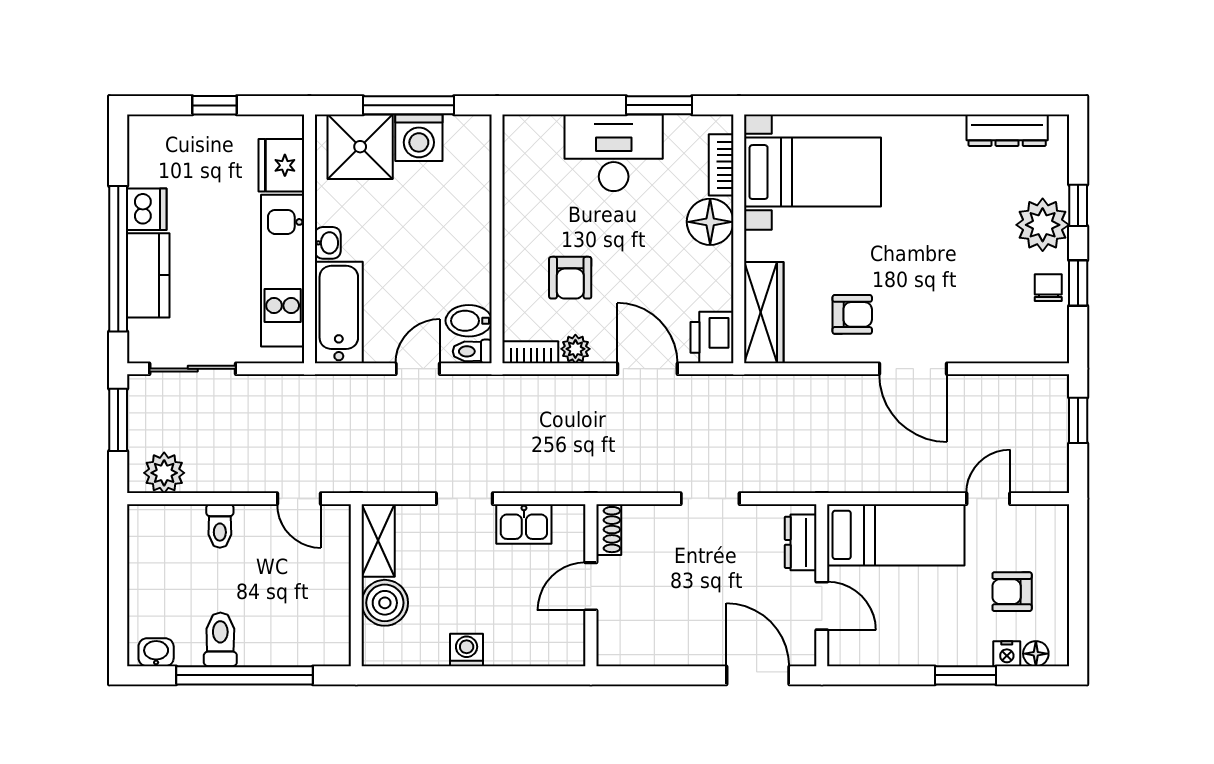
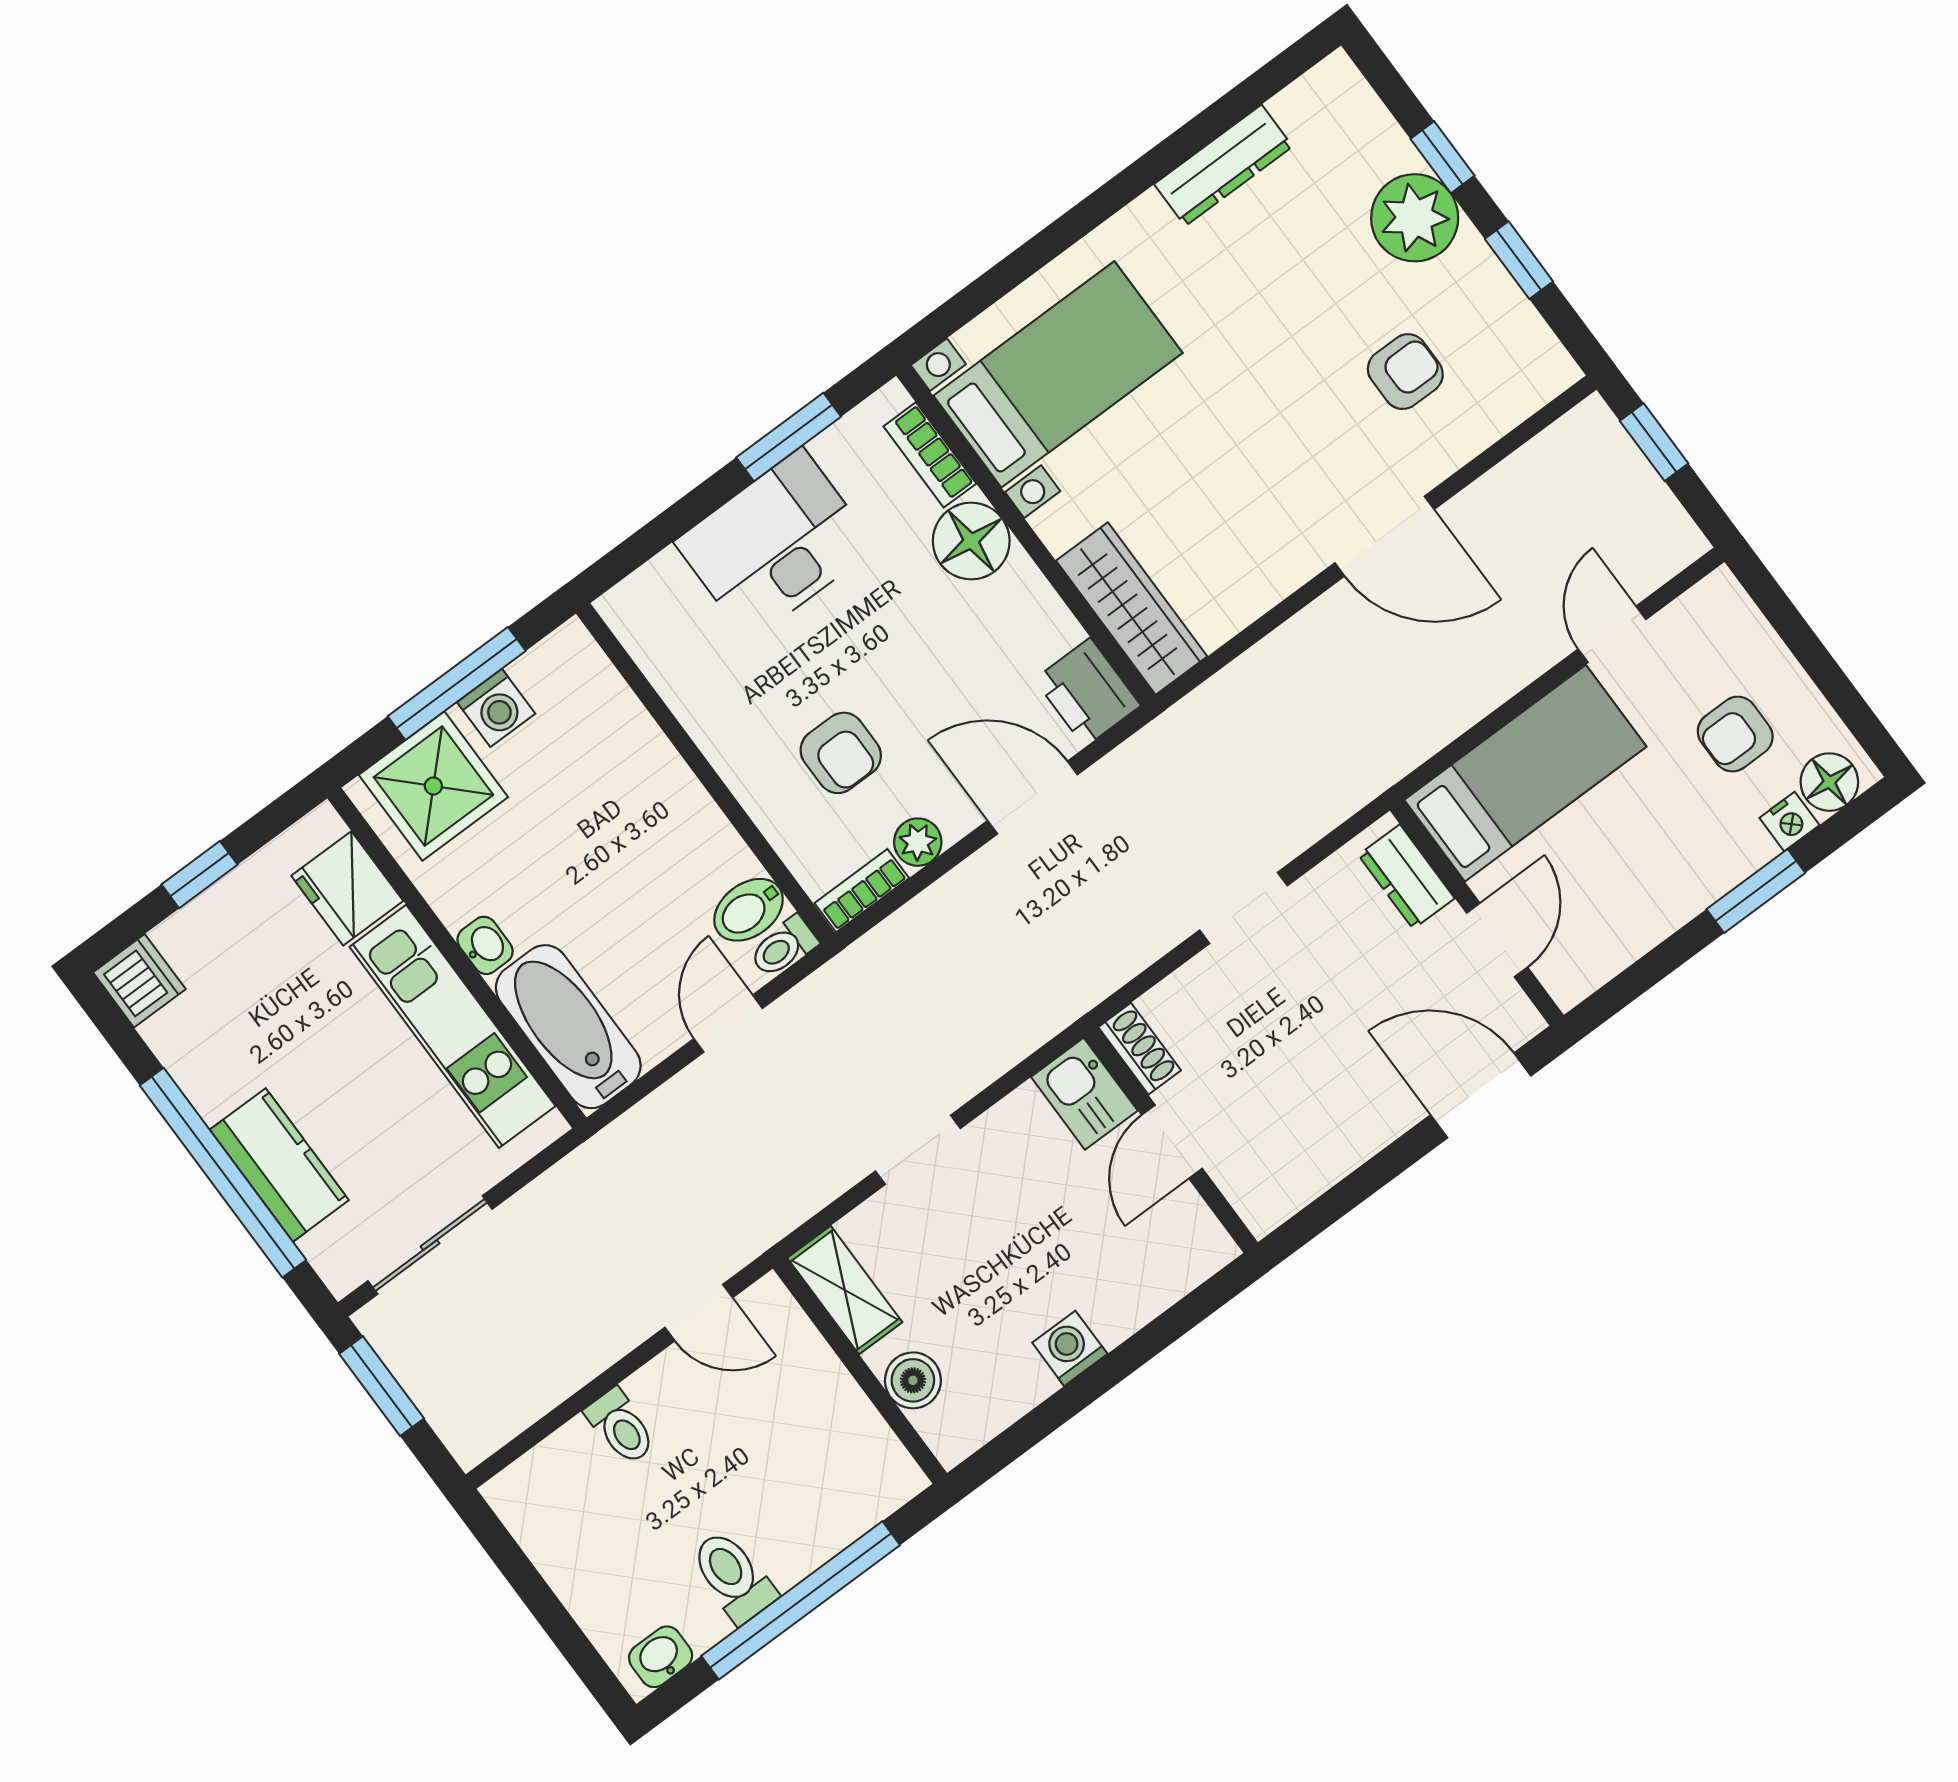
dresser: (1007, 130) -> (1223, 165), moved
washing machine: (419, 138) -> (496, 708), width x0.73, depth x0.73
dishwasher: (147, 209) -> (139, 981), moved
chair: (1048, 288) -> (1484, 296), removed
armchair: (852, 314) -> (1405, 372), moved
plant: (164, 473) -> (495, 1411), removed
kitchen sink: (524, 524) -> (1084, 1094), moved, turned 90
boiler: (385, 603) -> (913, 1380), width x0.73, depth x0.73
door: (822, 606) -> (1497, 940), hinge flipped
floor lamp: (1036, 654) -> (1829, 782), width x1.37, depth x1.37

